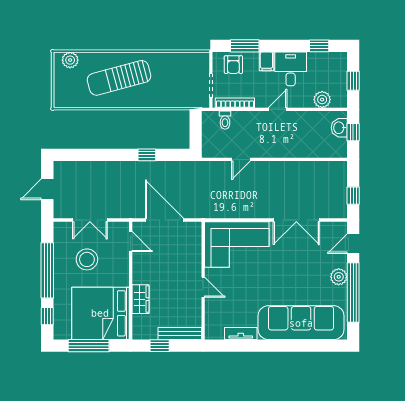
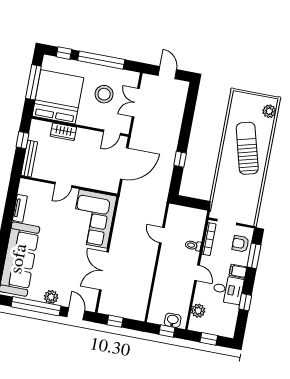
window: (319, 46) -> (245, 302), moved
toilet: (225, 120) -> (193, 245), moved

